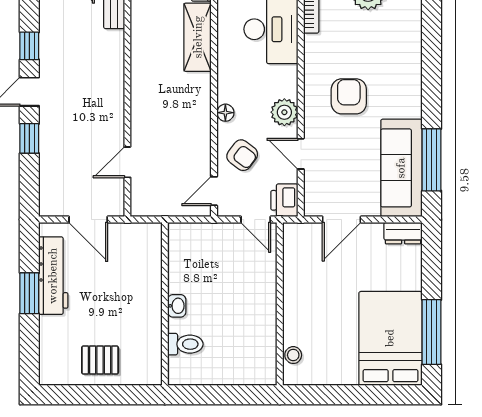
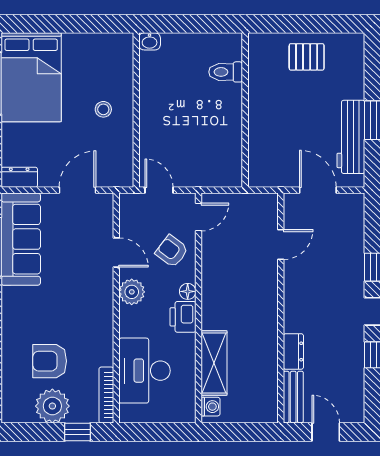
dresser: (114, 49) -> (293, 351), added
armchair: (349, 96) -> (50, 361), moved, turned 90
printer: (284, 200) -> (183, 317), moved, turned 180
washbasin: (177, 306) -> (150, 41), moved, turned -90
stool: (293, 355) -> (103, 109), moved

